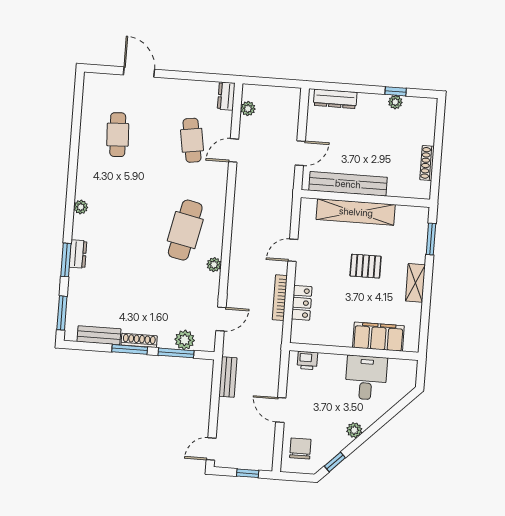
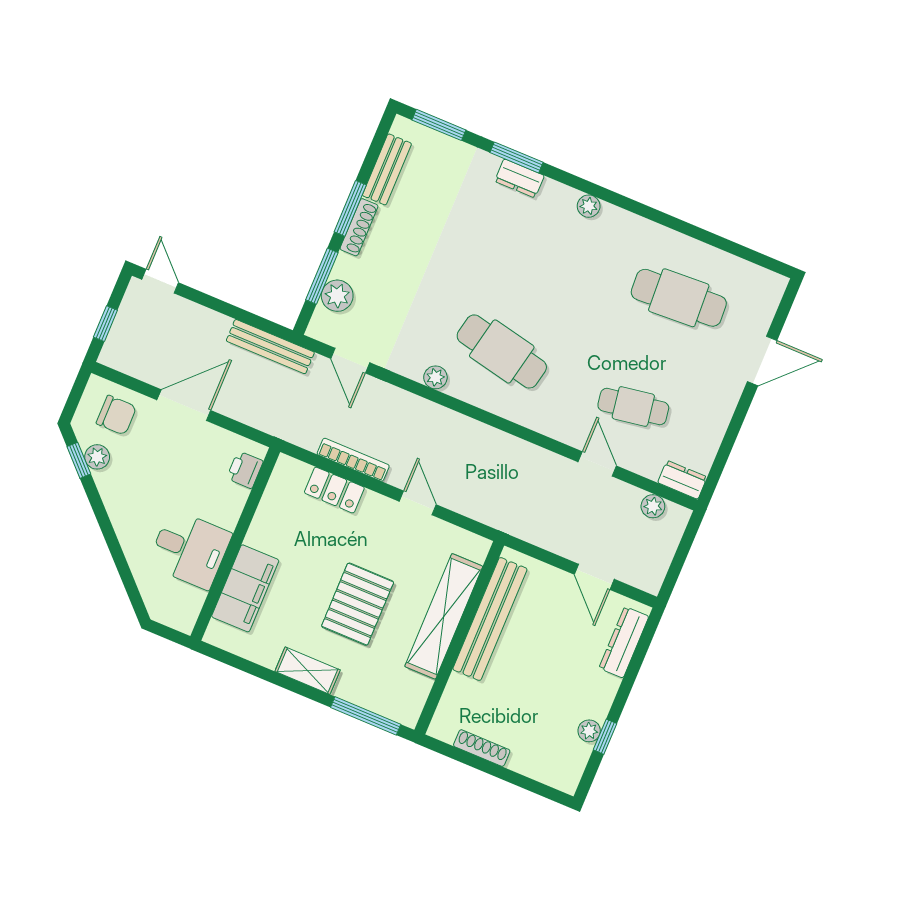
cafe table: (118, 135) -> (679, 298), width x1.37, depth x1.35
door: (300, 153) -> (594, 577), moved
window: (431, 239) -> (366, 716), width x1.44
pallet: (366, 266) -> (358, 604), width x1.50, depth x1.42
bench: (228, 377) -> (270, 347), width x1.36
door: (281, 410) -> (184, 405), width x1.37
plant: (354, 430) -> (97, 457), moved

